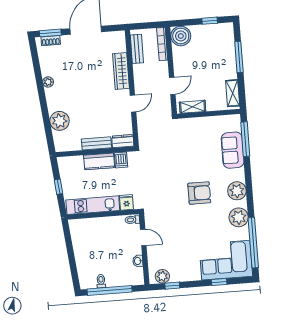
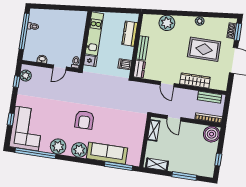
rug: (81, 69) -> (204, 49), added
sofa: (233, 150) -> (107, 153), width x1.36
kitchen counter: (99, 161) -> (130, 34), moved
window: (59, 187) -> (115, 10), removed

